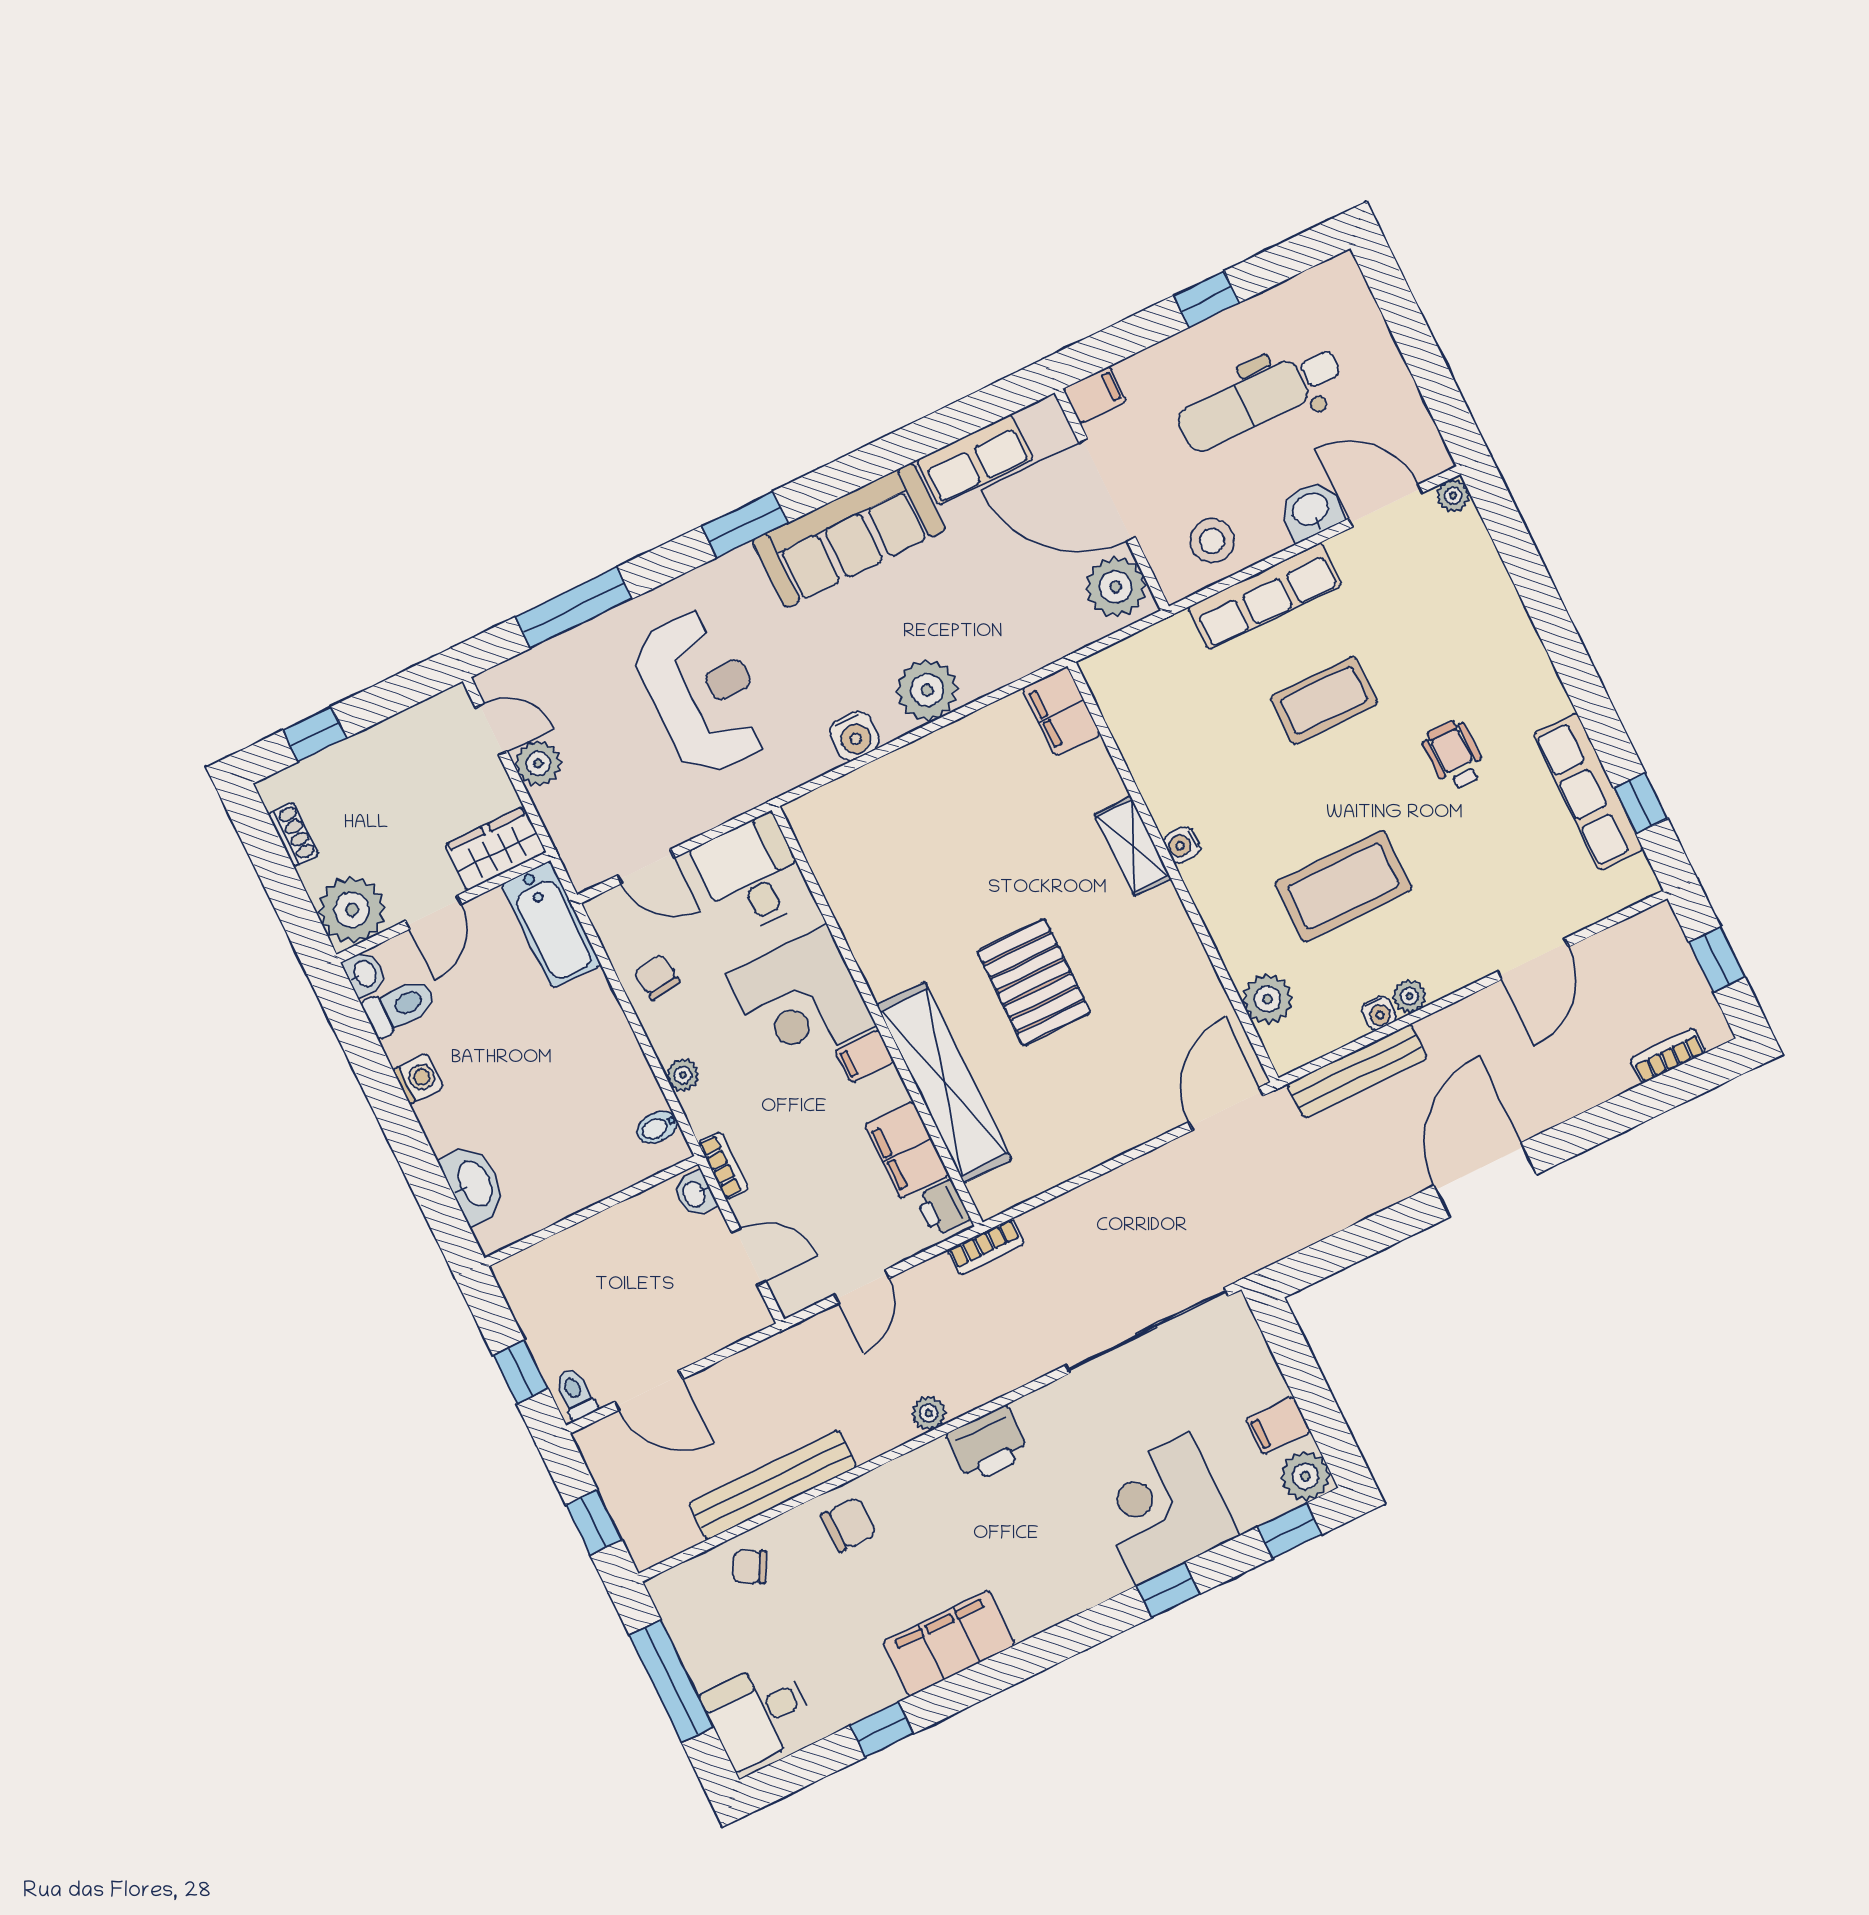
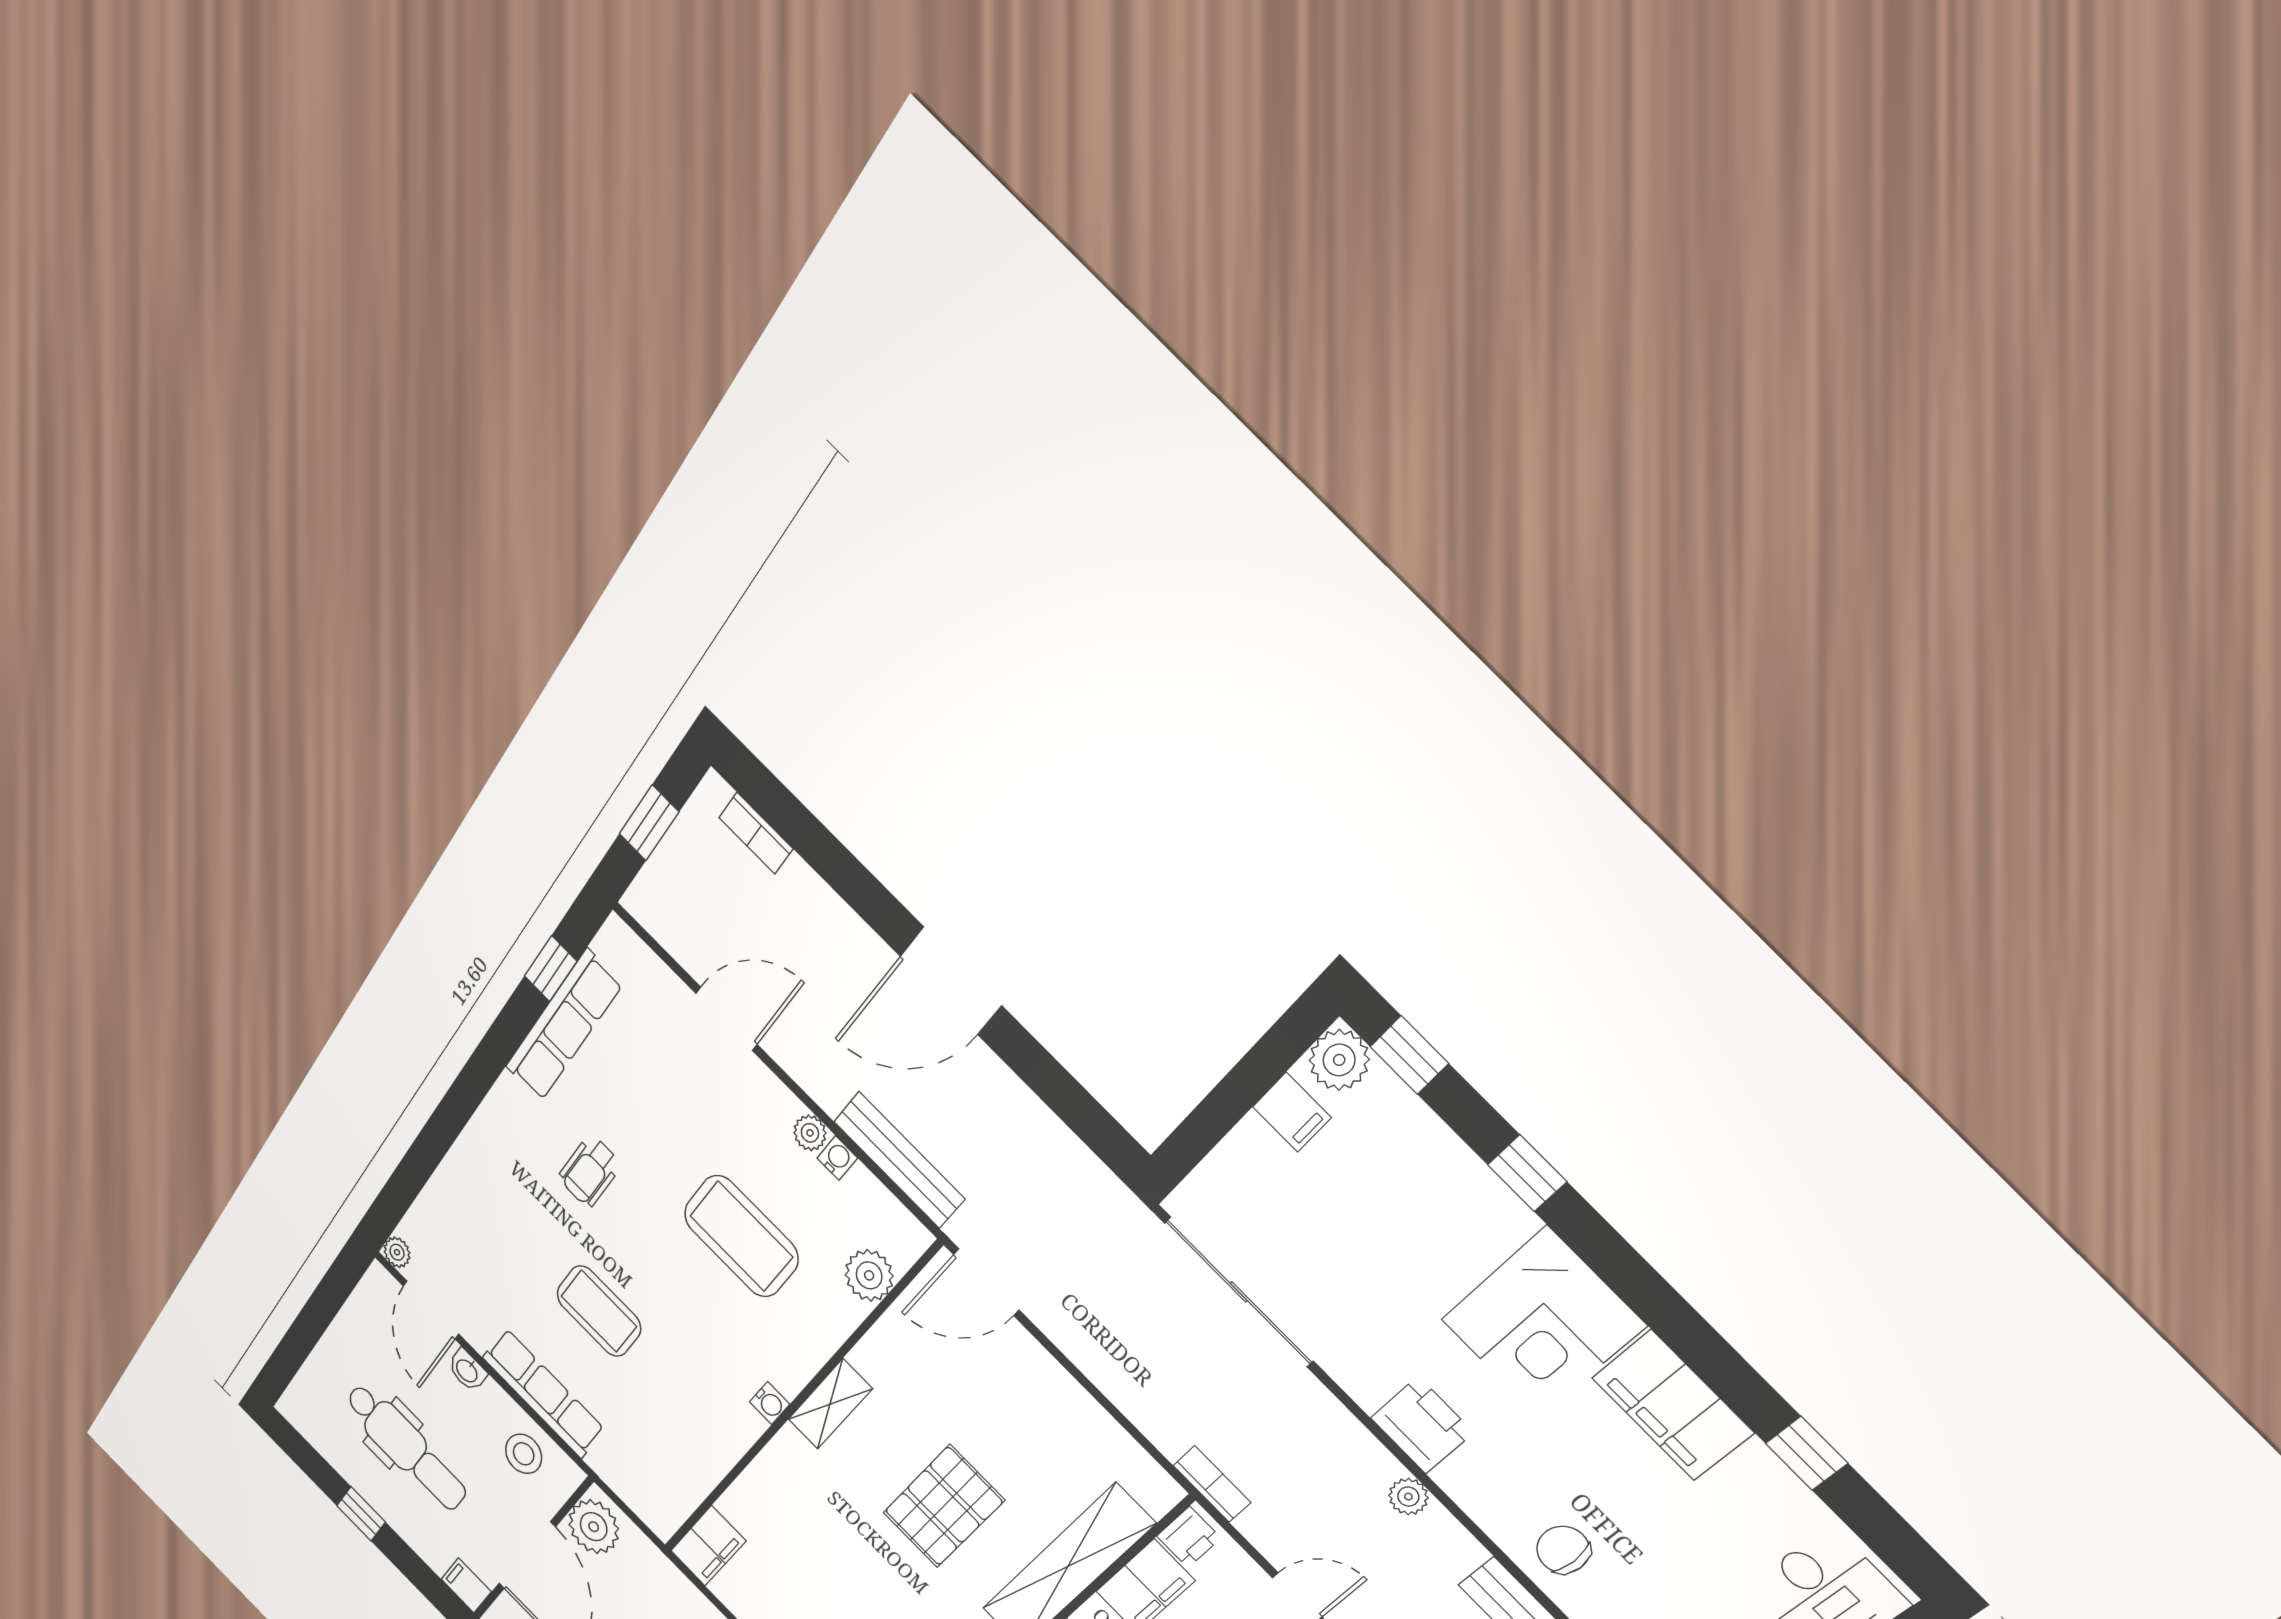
washbasin: (1311, 510) -> (467, 1370), width x0.72, depth x0.69
shelving: (1133, 846) -> (830, 1404), moved
corner desk: (1163, 1509) -> (1543, 1323), moved

